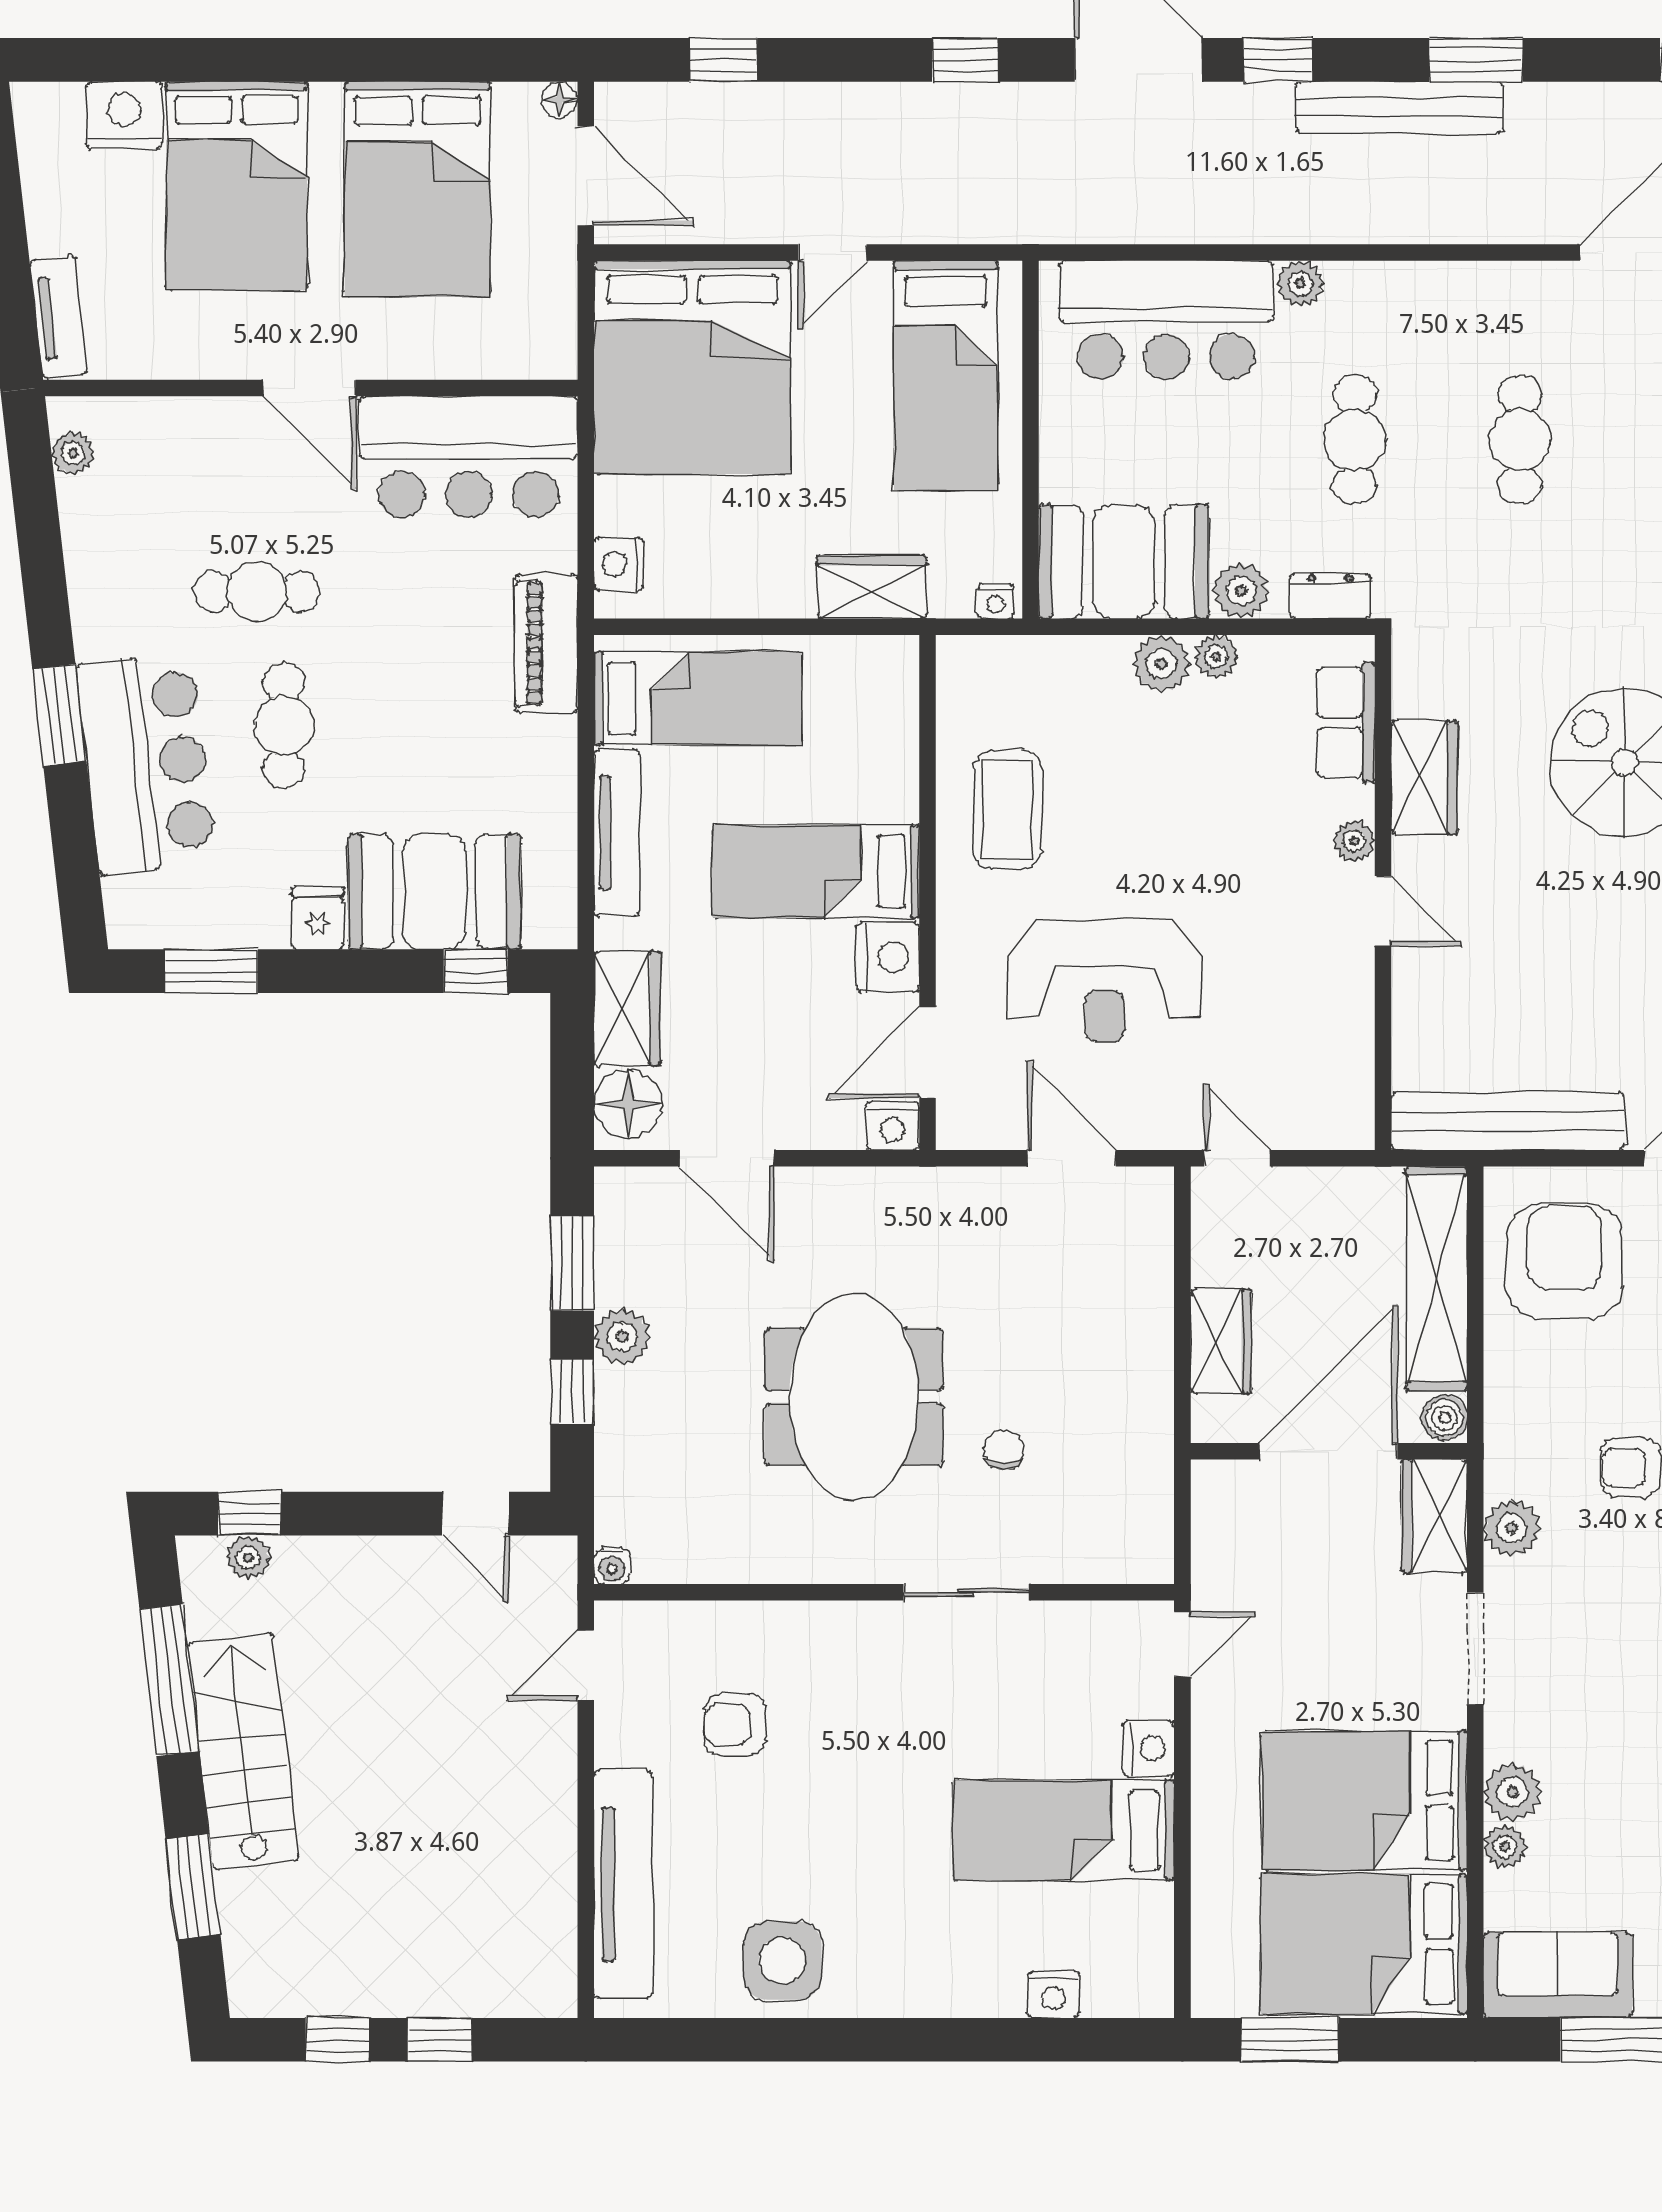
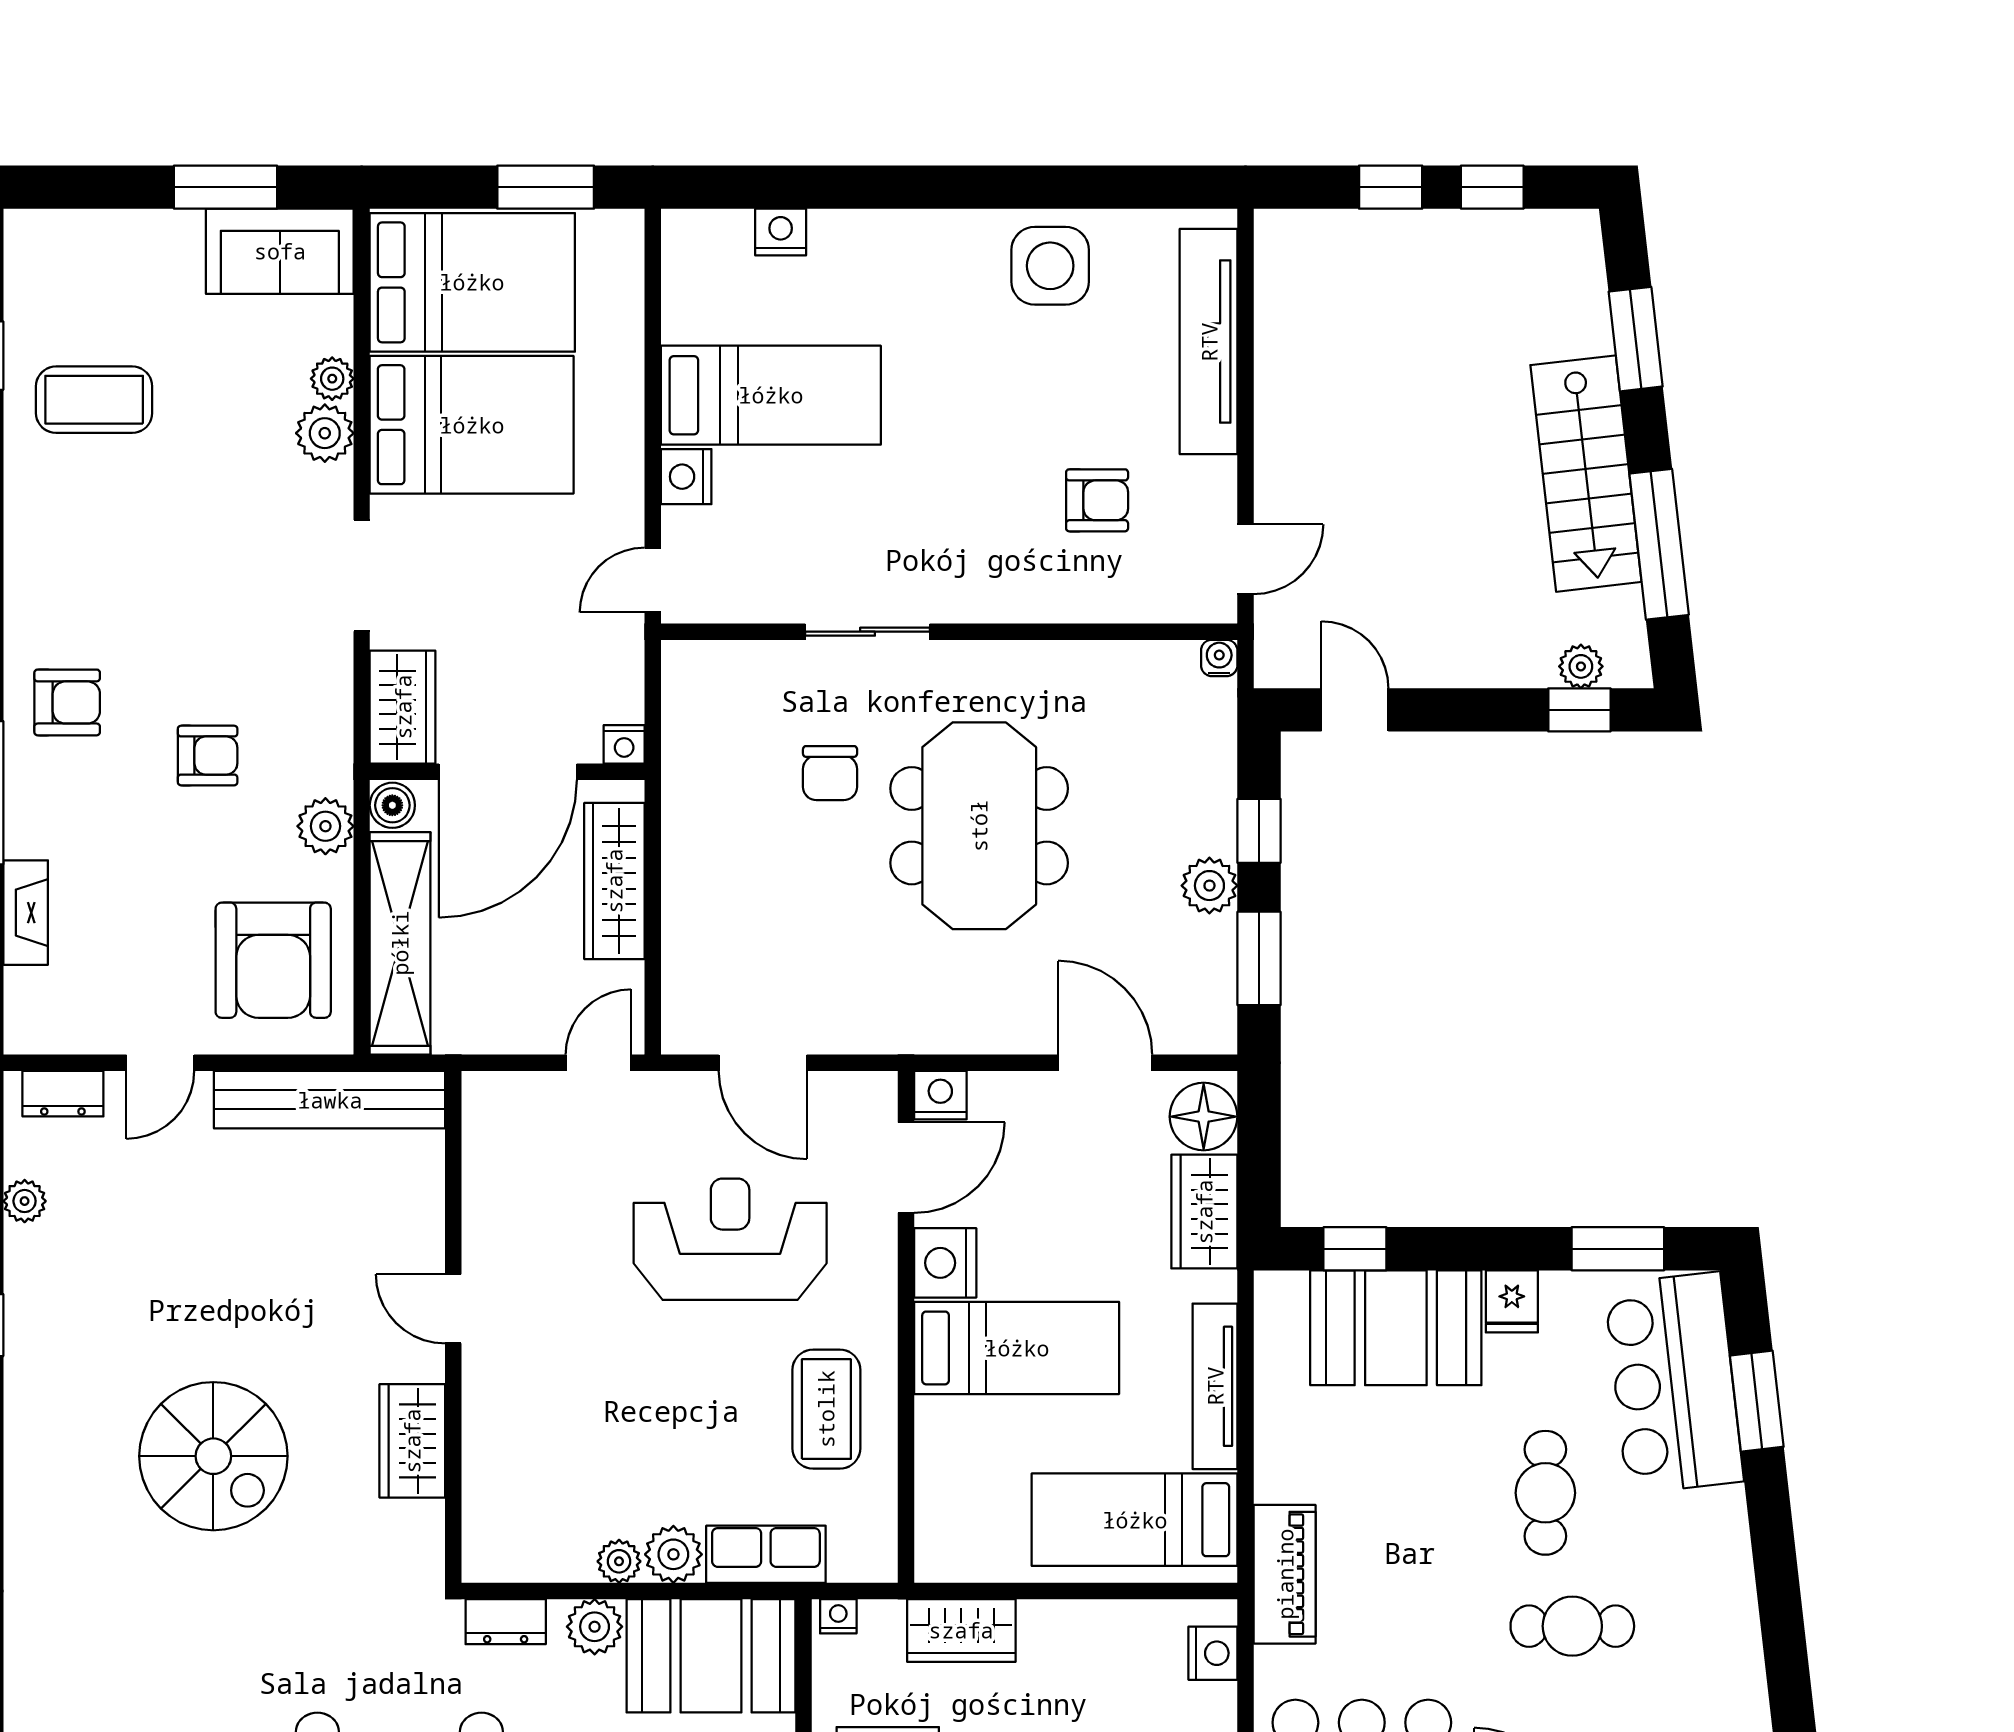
window: (59, 715) -> (1757, 1401), moved
row of seats: (1346, 723) -> (766, 1554), moved, turned -90
bar counter: (146, 764) -> (1674, 1383), moved
plant: (1354, 841) -> (482, 1378), removed
door: (1237, 1158) -> (598, 1063), swing flipped
wardrobe: (1221, 1341) -> (614, 881), width x1.50
chair: (1004, 1450) -> (830, 773), width x1.37, depth x1.37
nightstand: (1211, 1479) -> (624, 744), added
plant: (1512, 1528) -> (325, 826), moved

